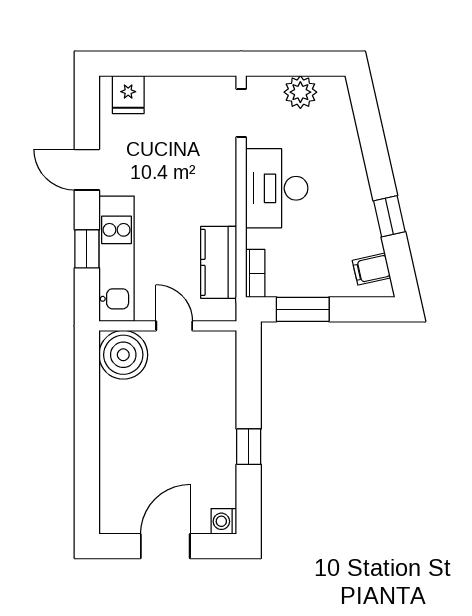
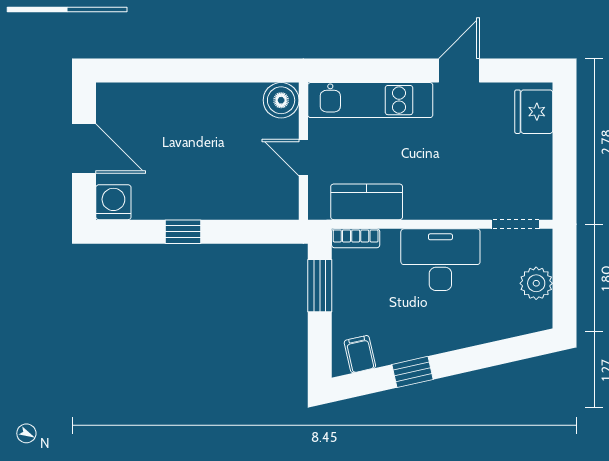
fridge: (128, 95) -> (534, 112), width x1.38
window: (87, 249) -> (380, 71), removed
door: (174, 326) -> (303, 158), swing flipped
boiler: (123, 355) -> (281, 100), width x0.73, depth x0.73
washing machine: (224, 521) -> (113, 202), width x1.38, depth x1.38

